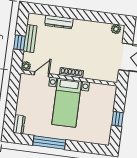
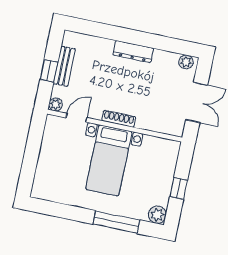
dresser: (59, 22) -> (133, 52), moved
dresser: (19, 124) -> (39, 186), removed
plant: (104, 139) -> (157, 215), added
window: (49, 143) -> (116, 222), moved

